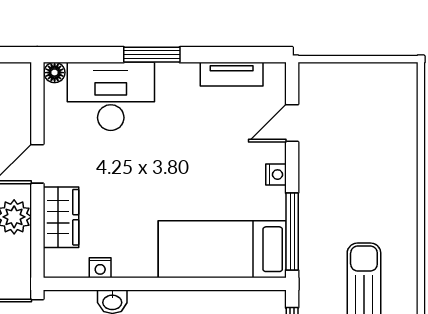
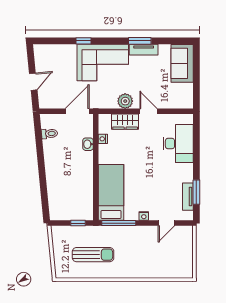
window: (152, 55) -> (196, 192), moved
floor lamp: (55, 73) -> (189, 119), removed
door: (292, 123) -> (166, 223), swing flipped

